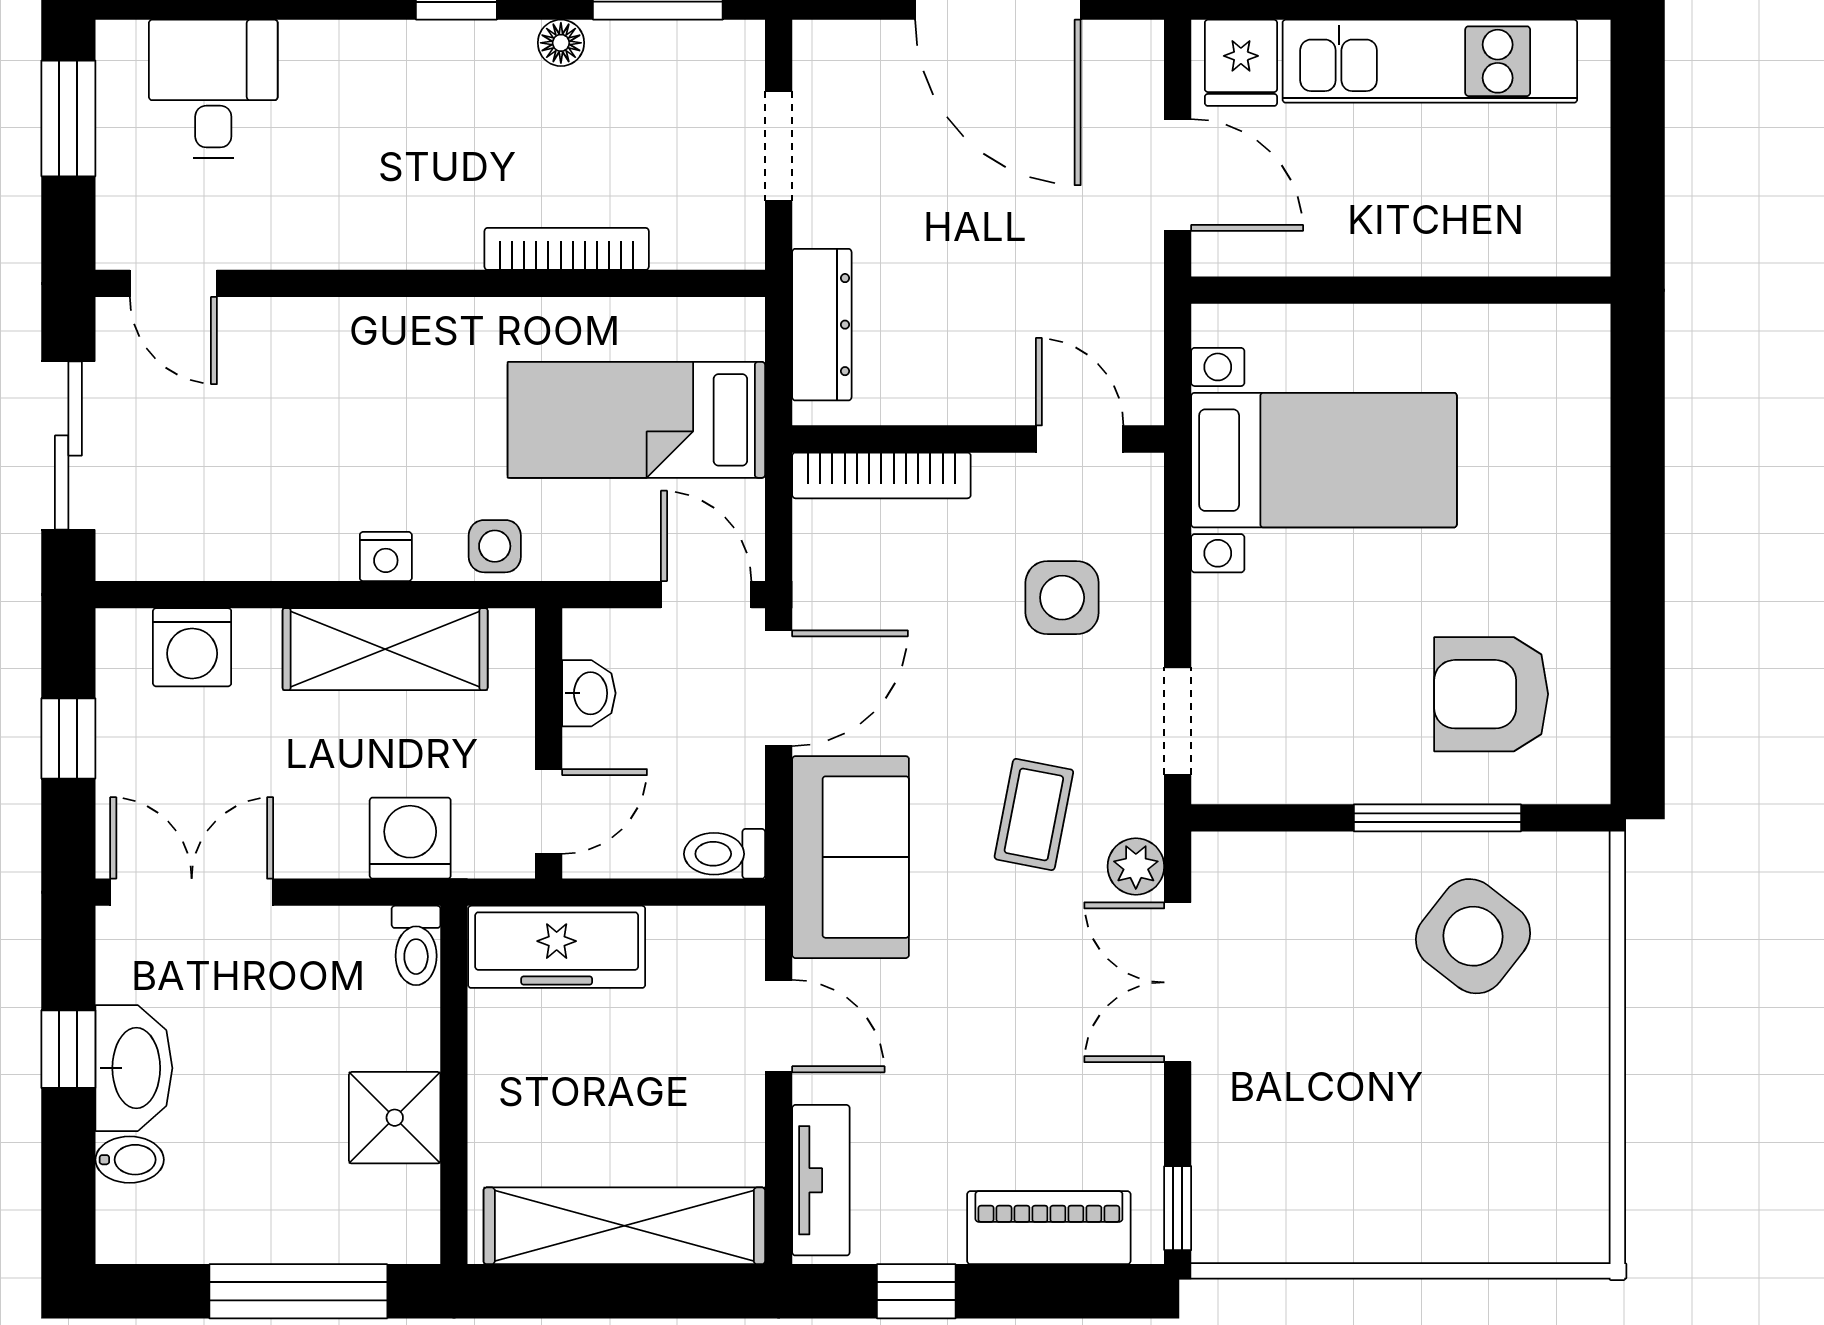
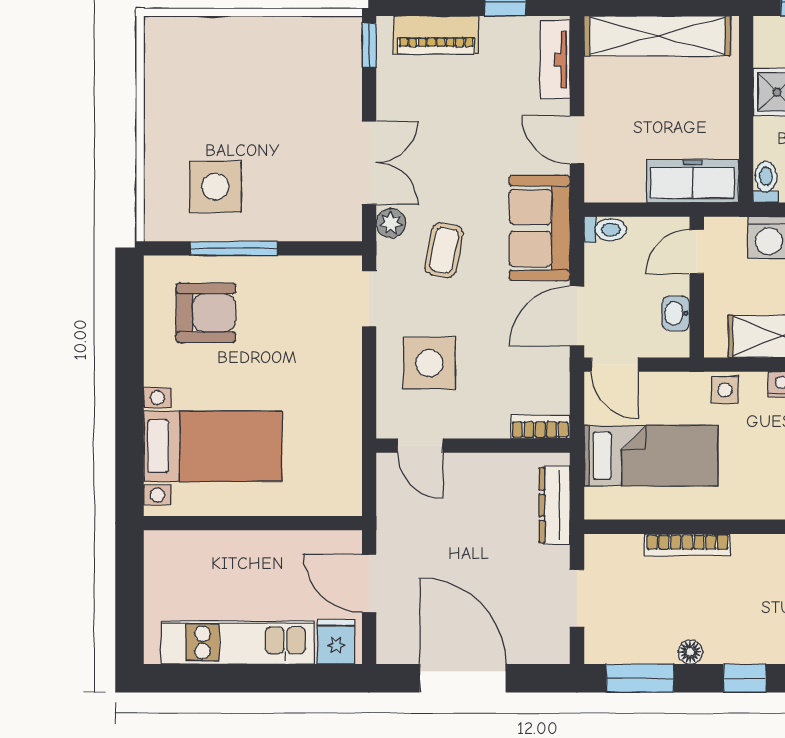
bed with nightstands: (1324, 460) -> (213, 446), moved, turned 180
bookcase: (881, 475) -> (540, 427), width x0.64
side table: (1062, 598) -> (429, 363), width x1.37, depth x1.37
side table: (1473, 936) -> (215, 187), turned -38

